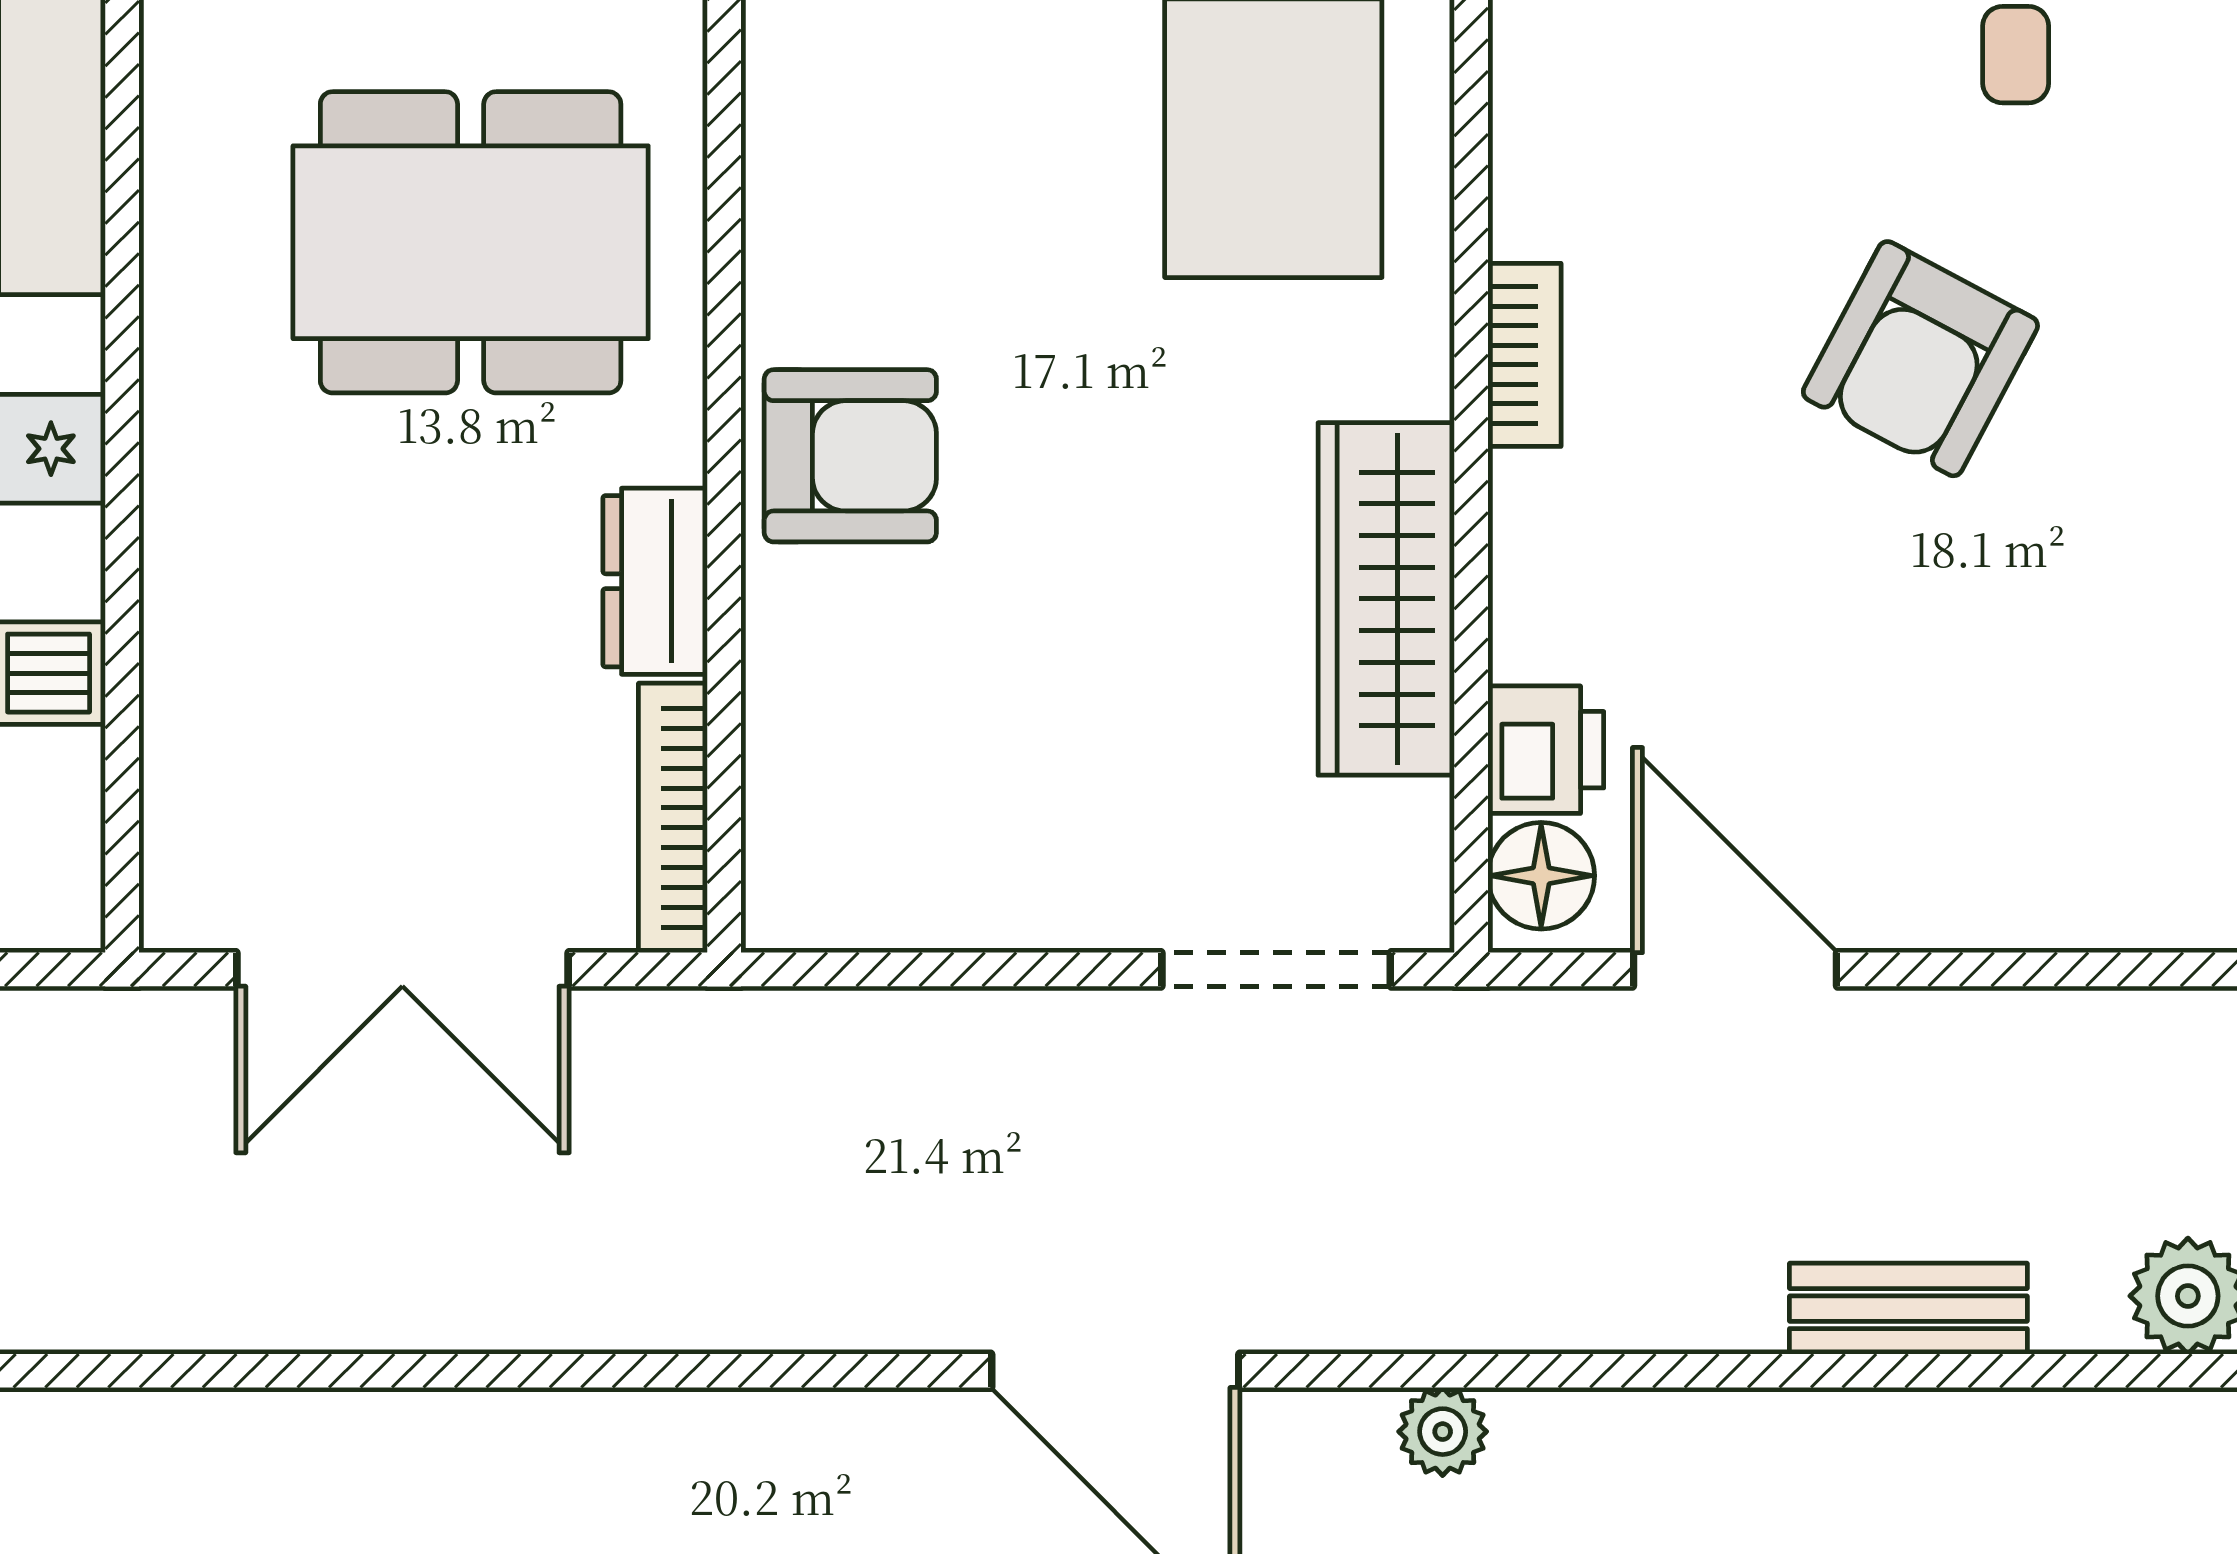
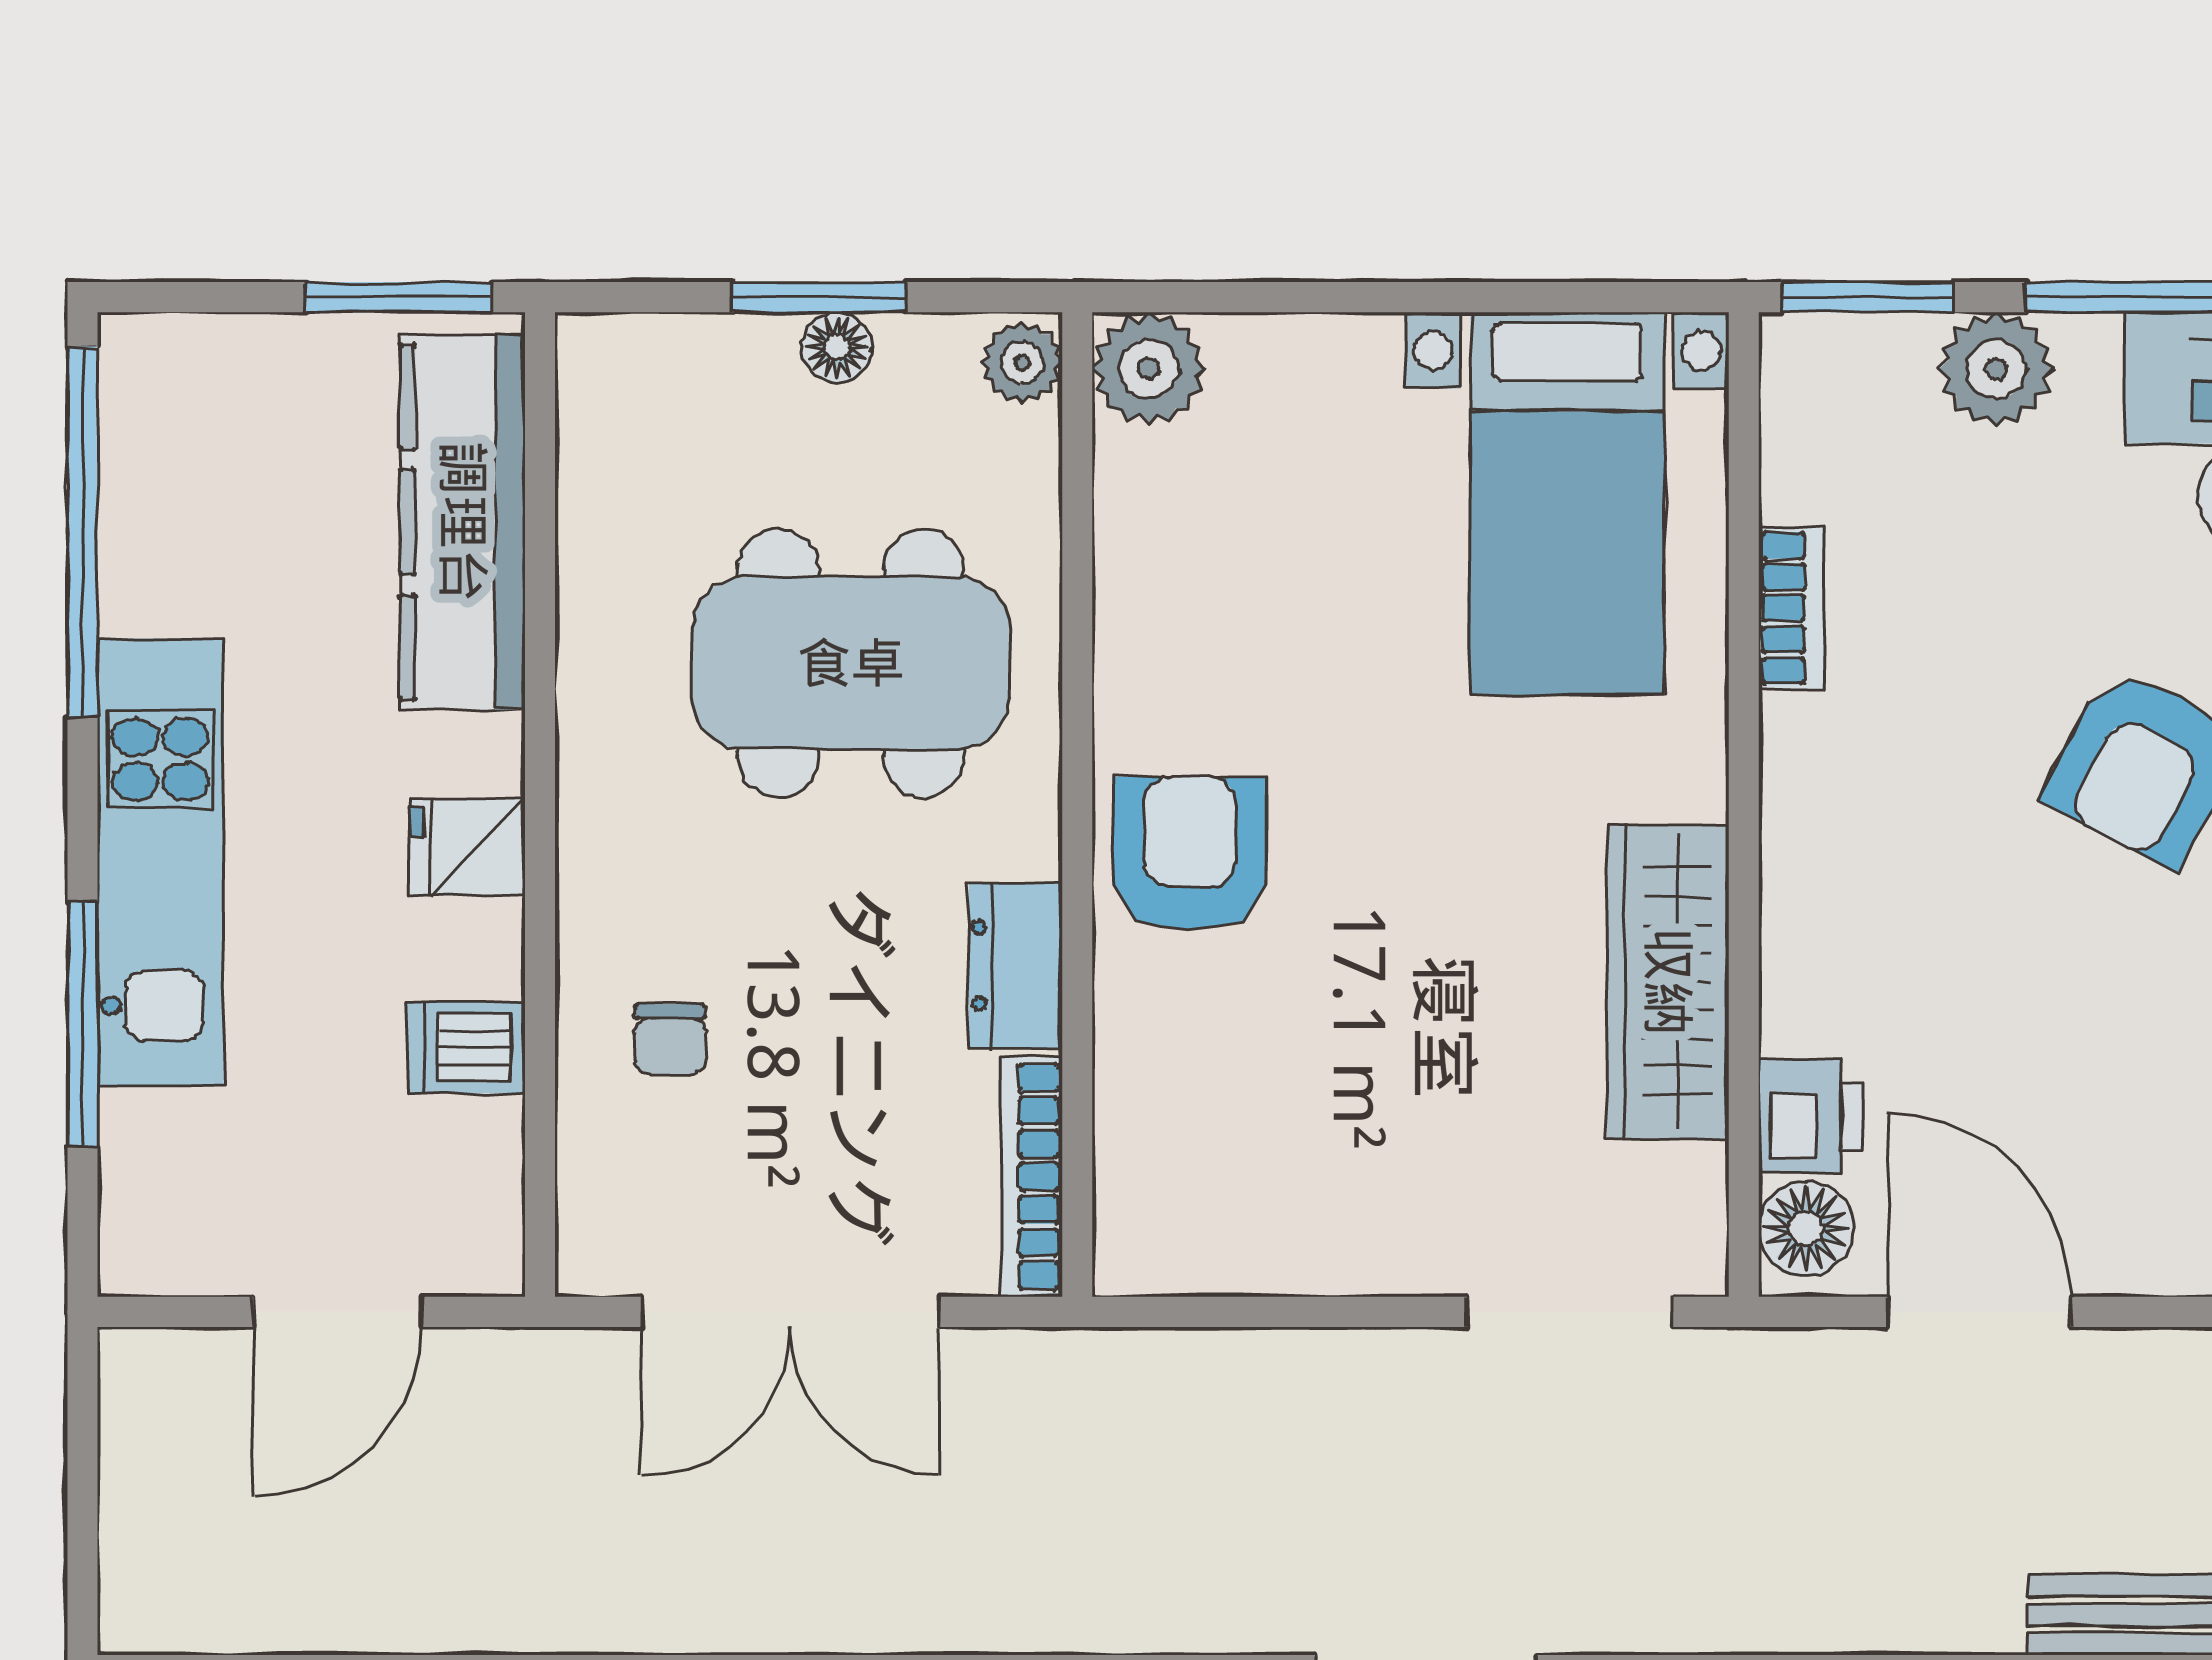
bookcase: (1524, 355) -> (1791, 608), moved
armchair: (850, 456) -> (1190, 854), turned -90
chair: (268, 664) -> (670, 1040), added

